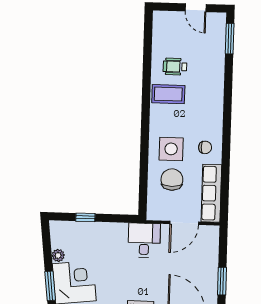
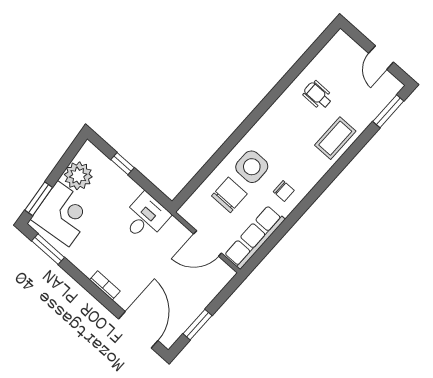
coffee table: (168, 94) -> (335, 138), moved, turned 90
desk: (144, 240) -> (145, 217), moved
plant: (58, 255) -> (78, 176), width x1.88, depth x1.88

